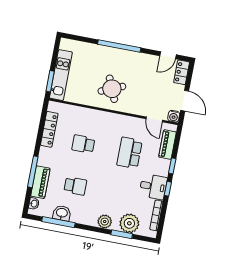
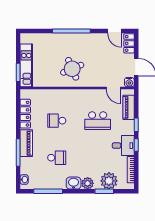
door: (168, 55) -> (115, 31), hinge flipped
school desk: (130, 153) -> (98, 121), turned -90
piano: (40, 182) -> (26, 143), moved
washbasin: (62, 213) -> (74, 183), moved

